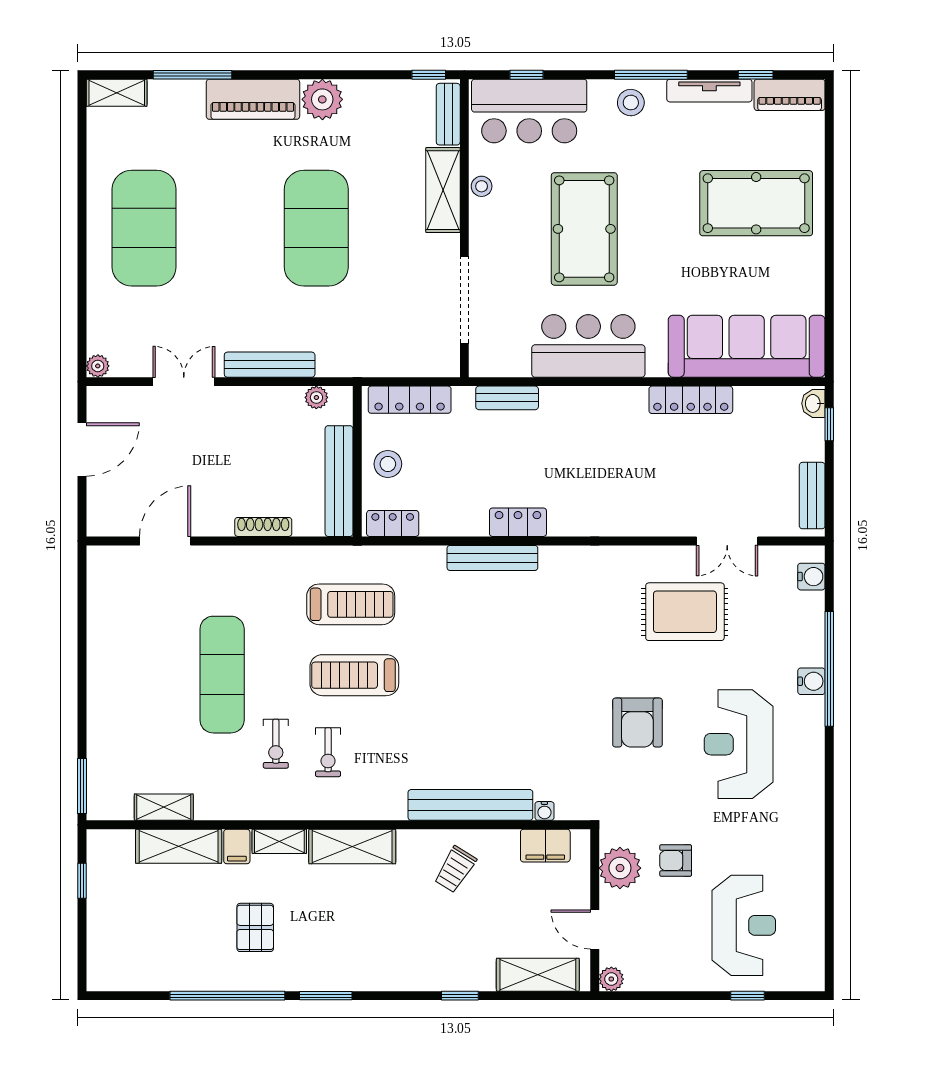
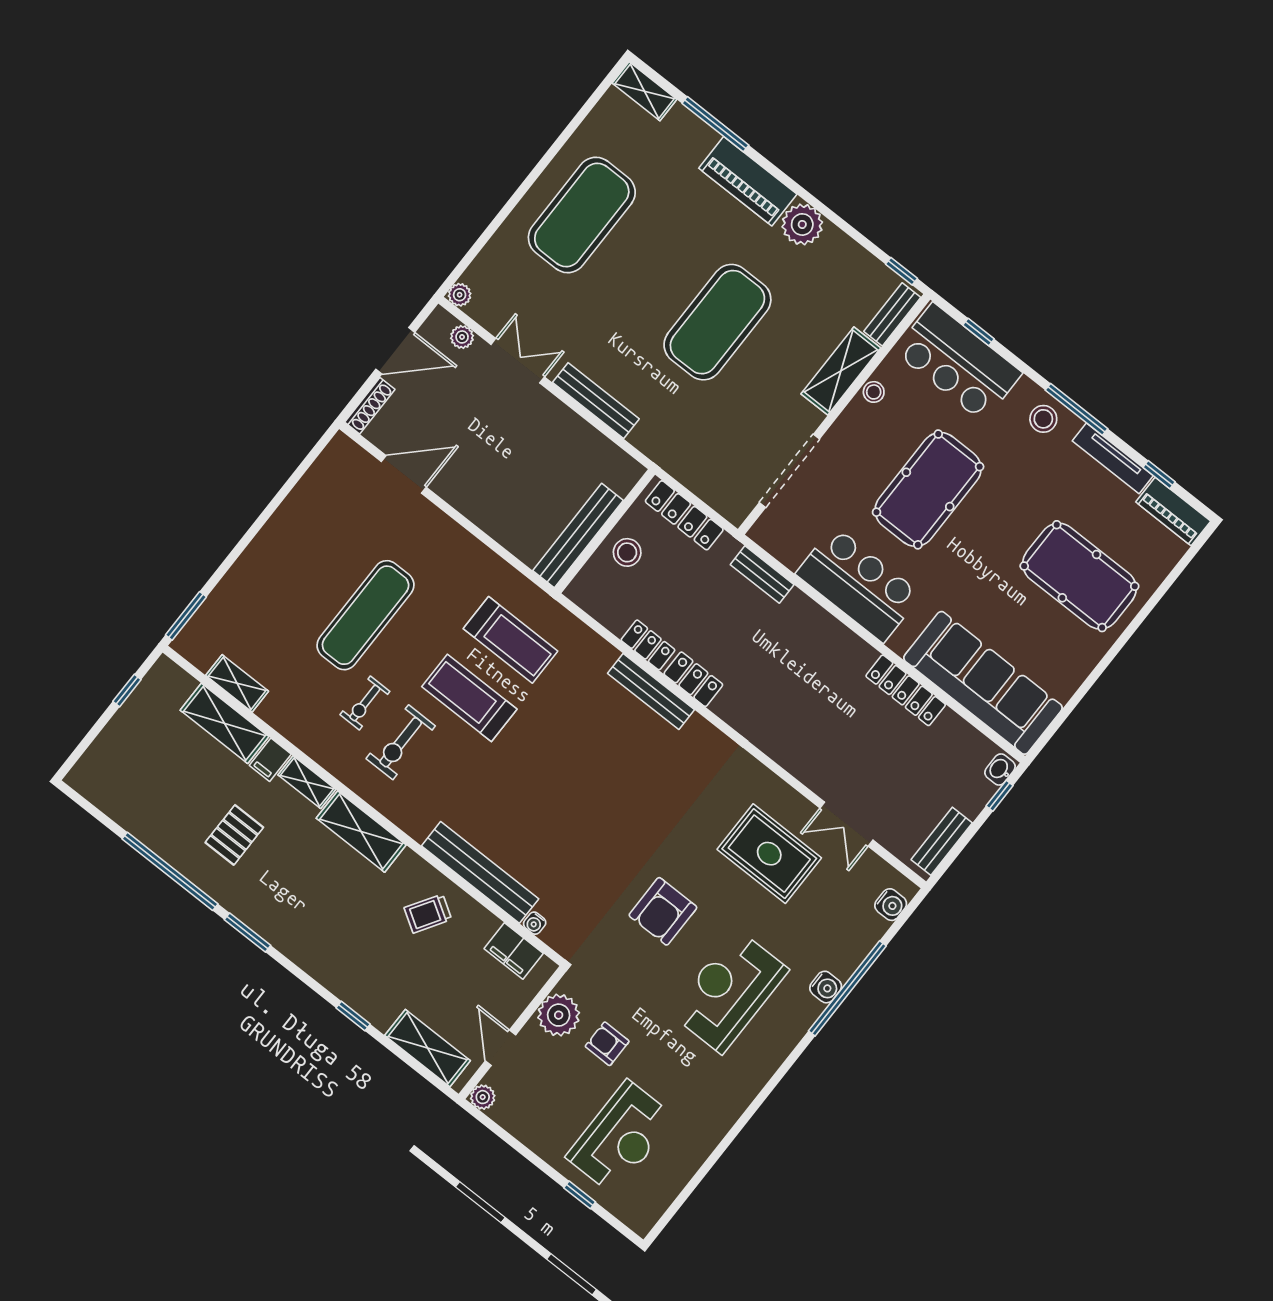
plant: (316, 397) -> (462, 337), moved
locker: (393, 523) -> (648, 645), moved
shoe rack: (263, 527) -> (370, 406), moved, turned 90
exercise bike: (328, 752) -> (401, 742), width x1.38, depth x1.39

